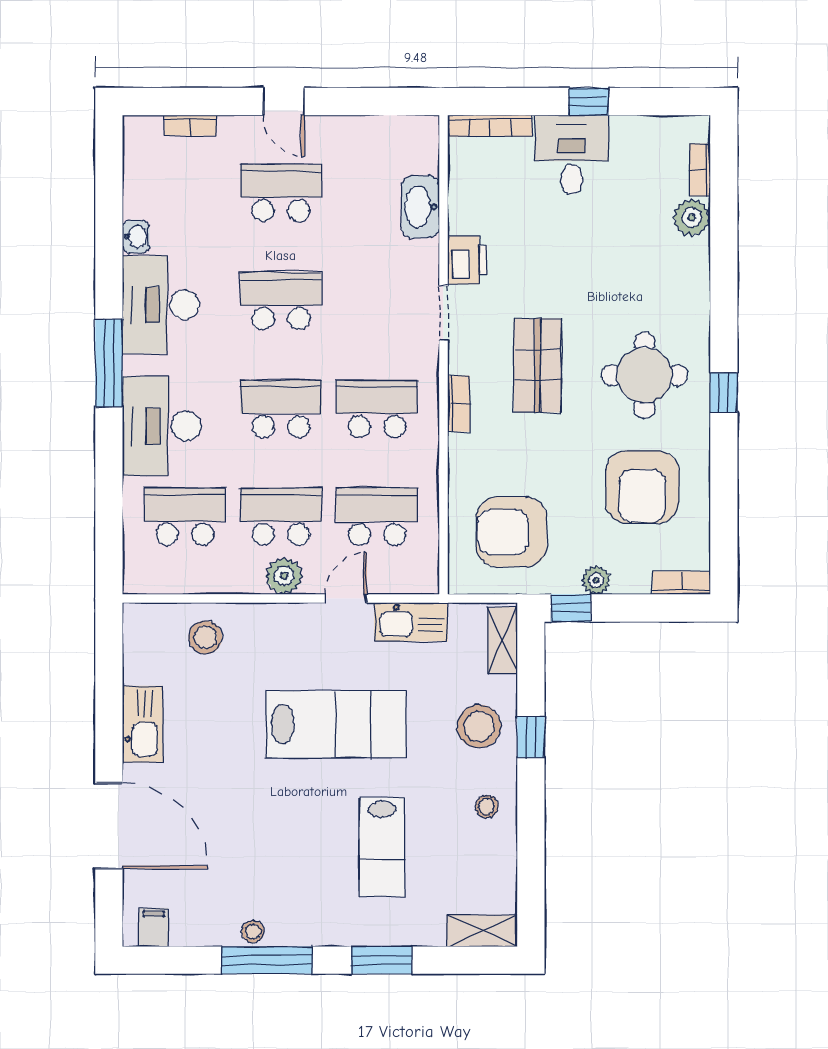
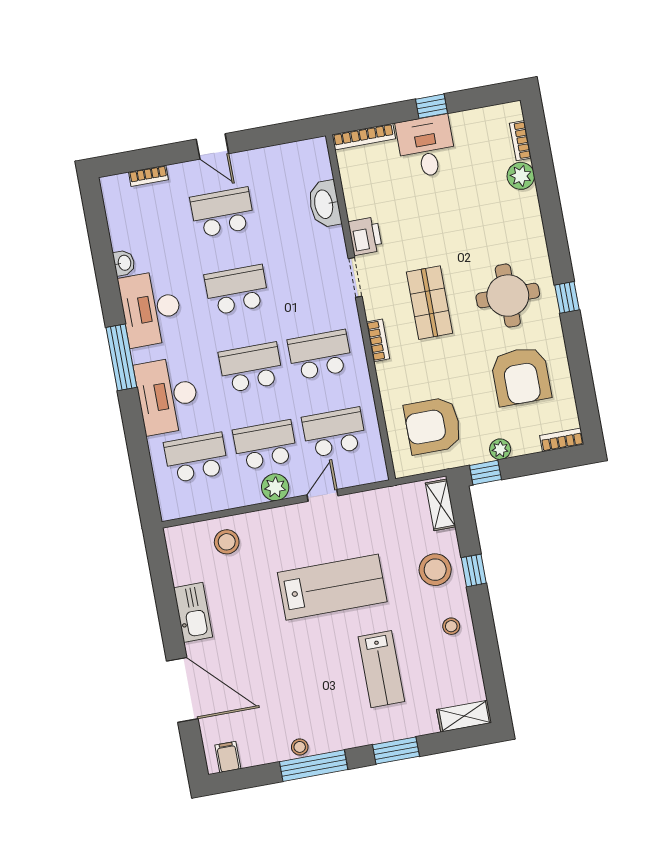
kitchen sink: (411, 622) -> (373, 504), removed

